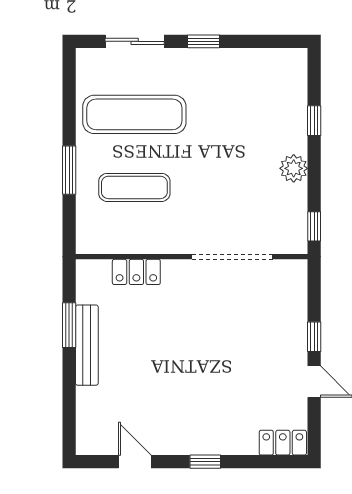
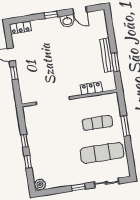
plant: (294, 168) -> (40, 185), moved
window: (314, 226) -> (25, 141), moved
washbasin: (168, 441) -> (67, 21), added

